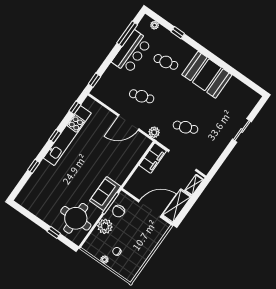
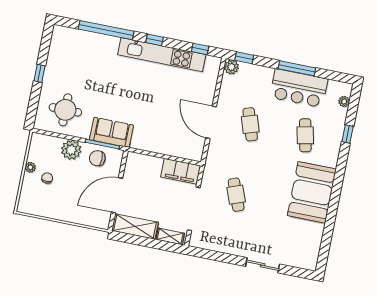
window: (127, 34) -> (297, 68), moved
plant: (154, 132) -> (231, 67), moved
window: (34, 166) -> (106, 30), width x3.17
door: (150, 209) -> (117, 195), swing flipped
round table: (76, 218) -> (65, 110), width x0.73, depth x0.73
window: (54, 233) -> (39, 73), moved

